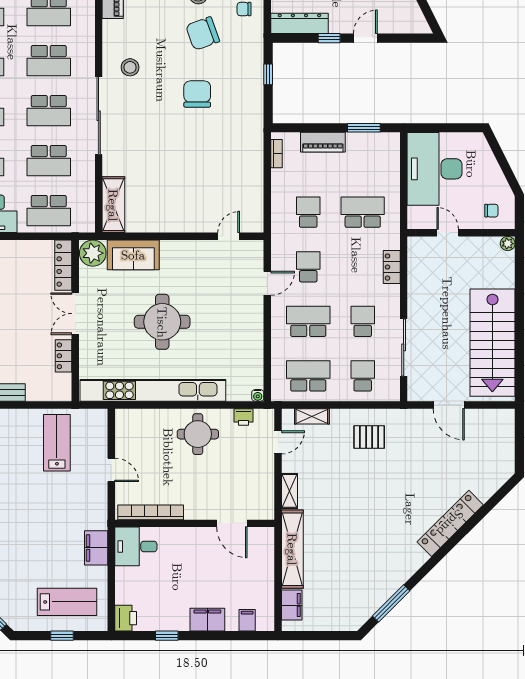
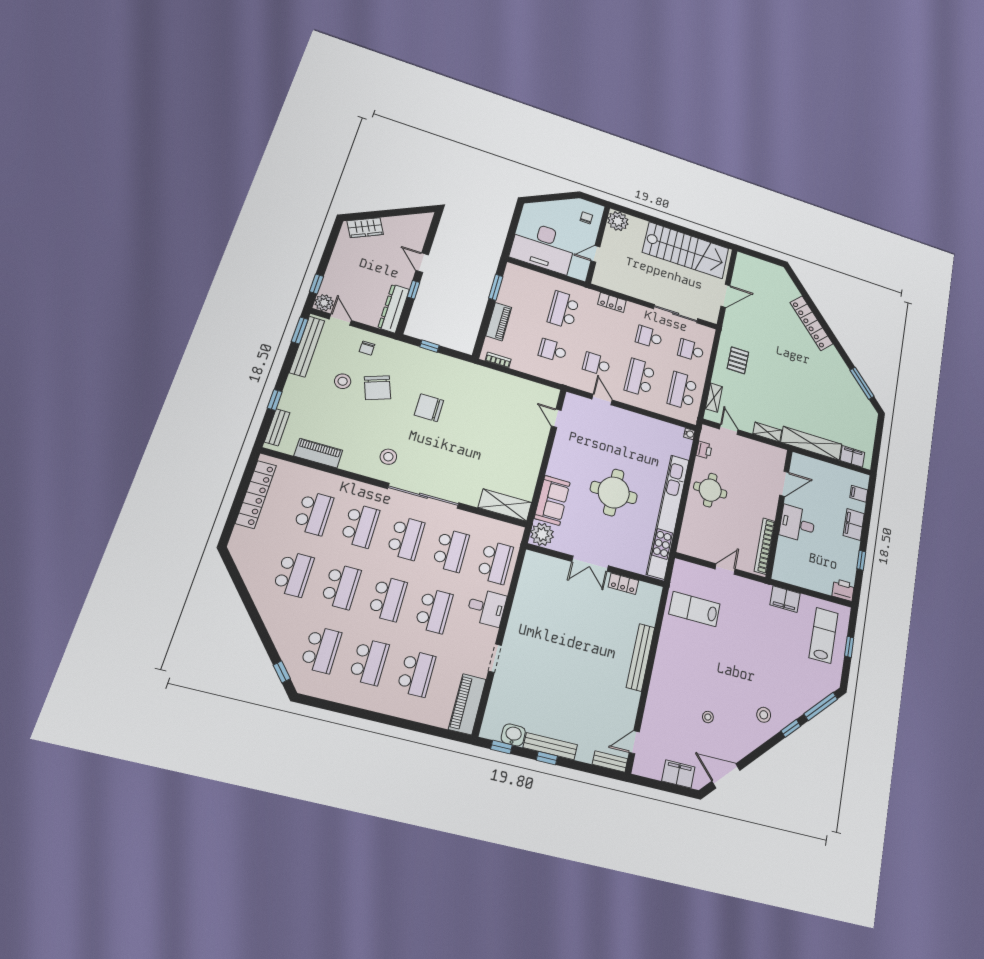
plant: (508, 244) -> (618, 221), width x1.88, depth x1.88
locker: (63, 265) -> (546, 563), removed
desk: (136, 546) -> (797, 524), moved, turned 90

